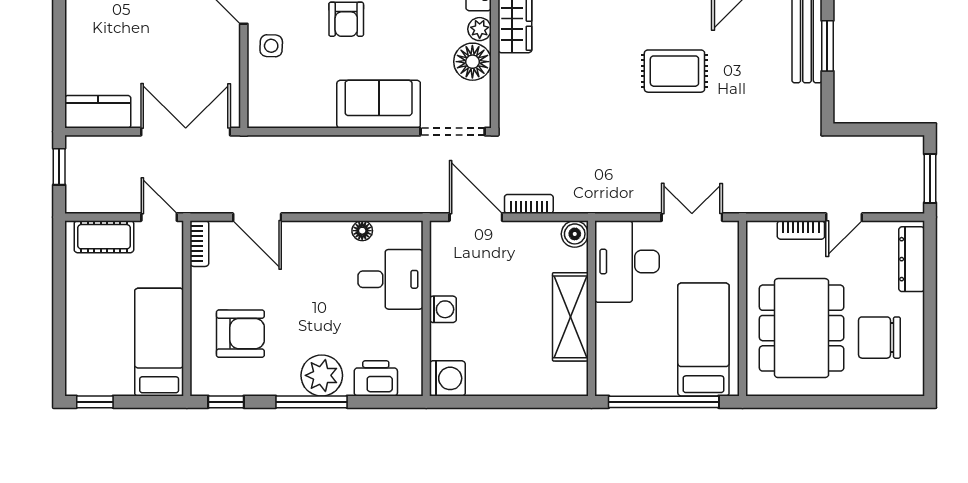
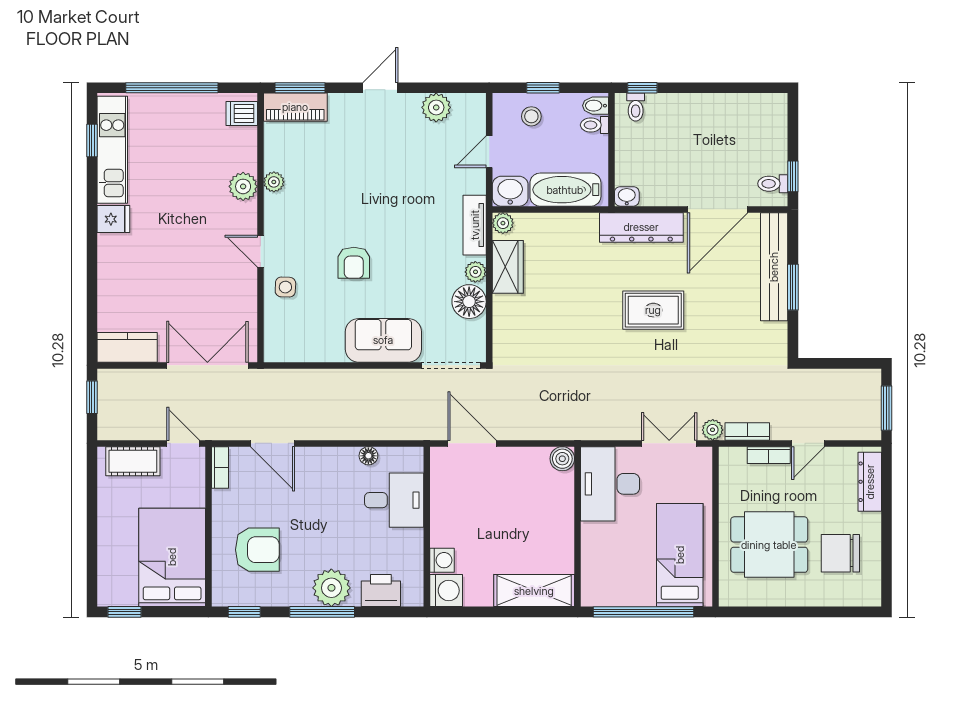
plant: (739, 202) -> (713, 430), added
bookcase: (529, 204) -> (747, 431), moved
washing machine: (443, 309) -> (442, 560), moved
shelving: (570, 317) -> (534, 591), moved, turned 90
dining table: (802, 328) -> (769, 545), width x0.73
bed: (159, 342) -> (172, 557), width x1.50

